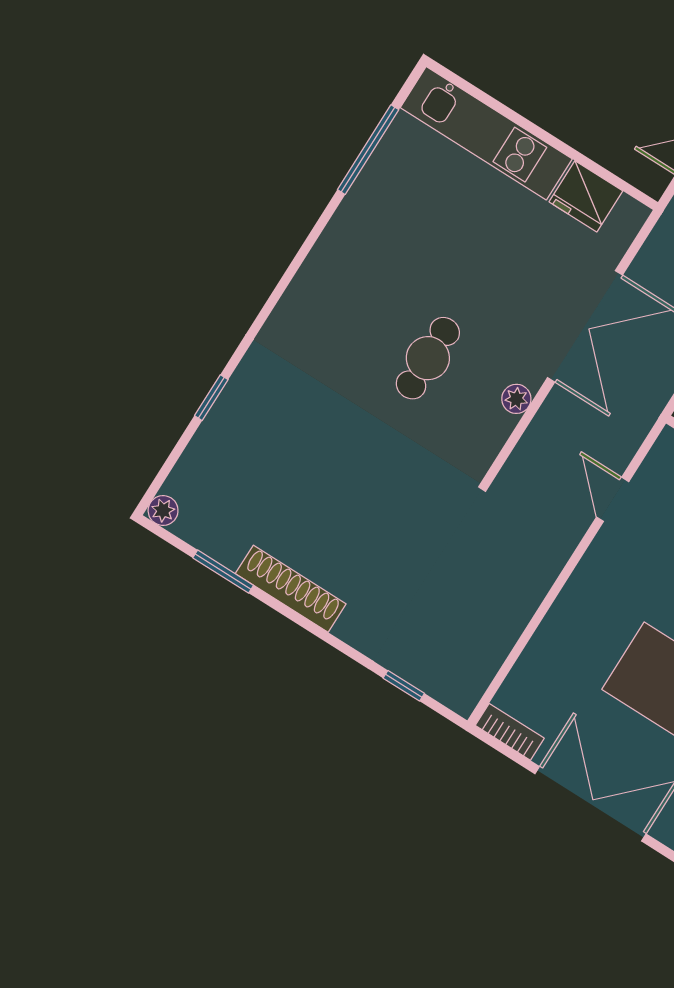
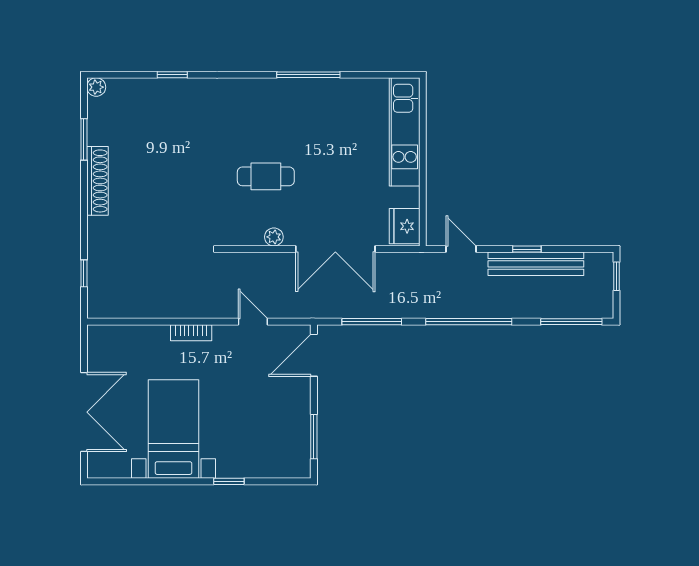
window: (368, 150) -> (308, 75), moved
fridge: (586, 196) -> (405, 226), moved
door: (613, 499) -> (253, 322), hinge flipped
bookcase: (510, 732) -> (191, 333), moved, turned 90

